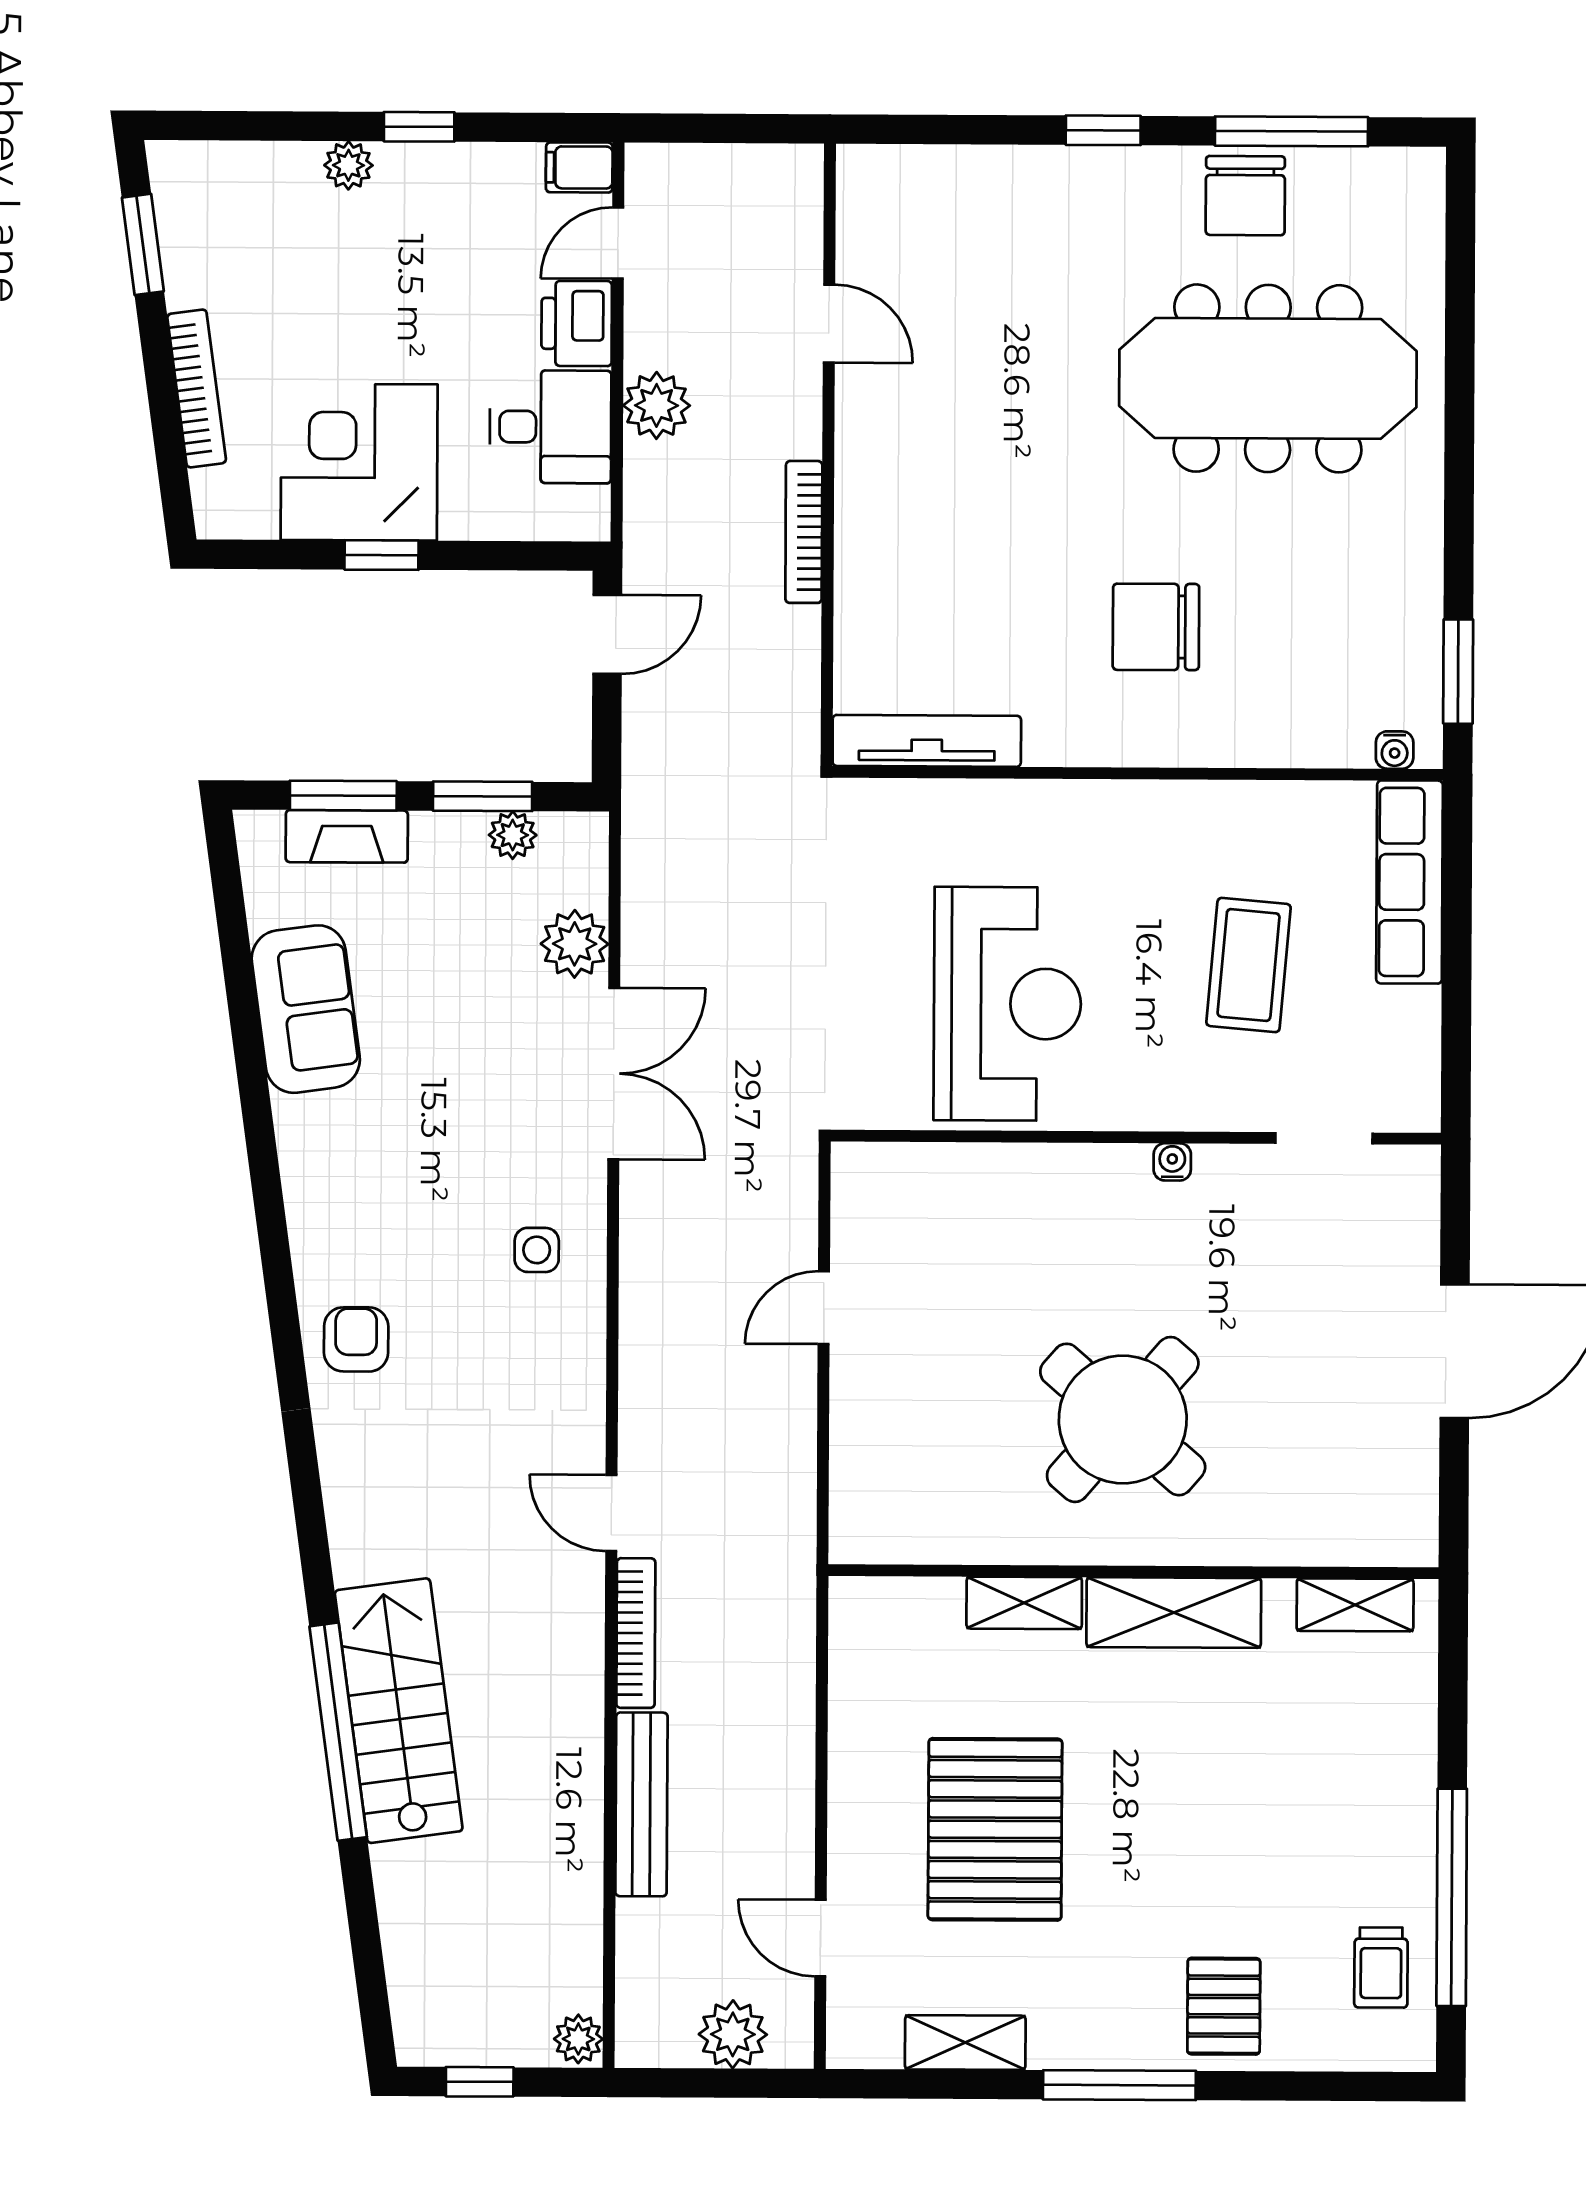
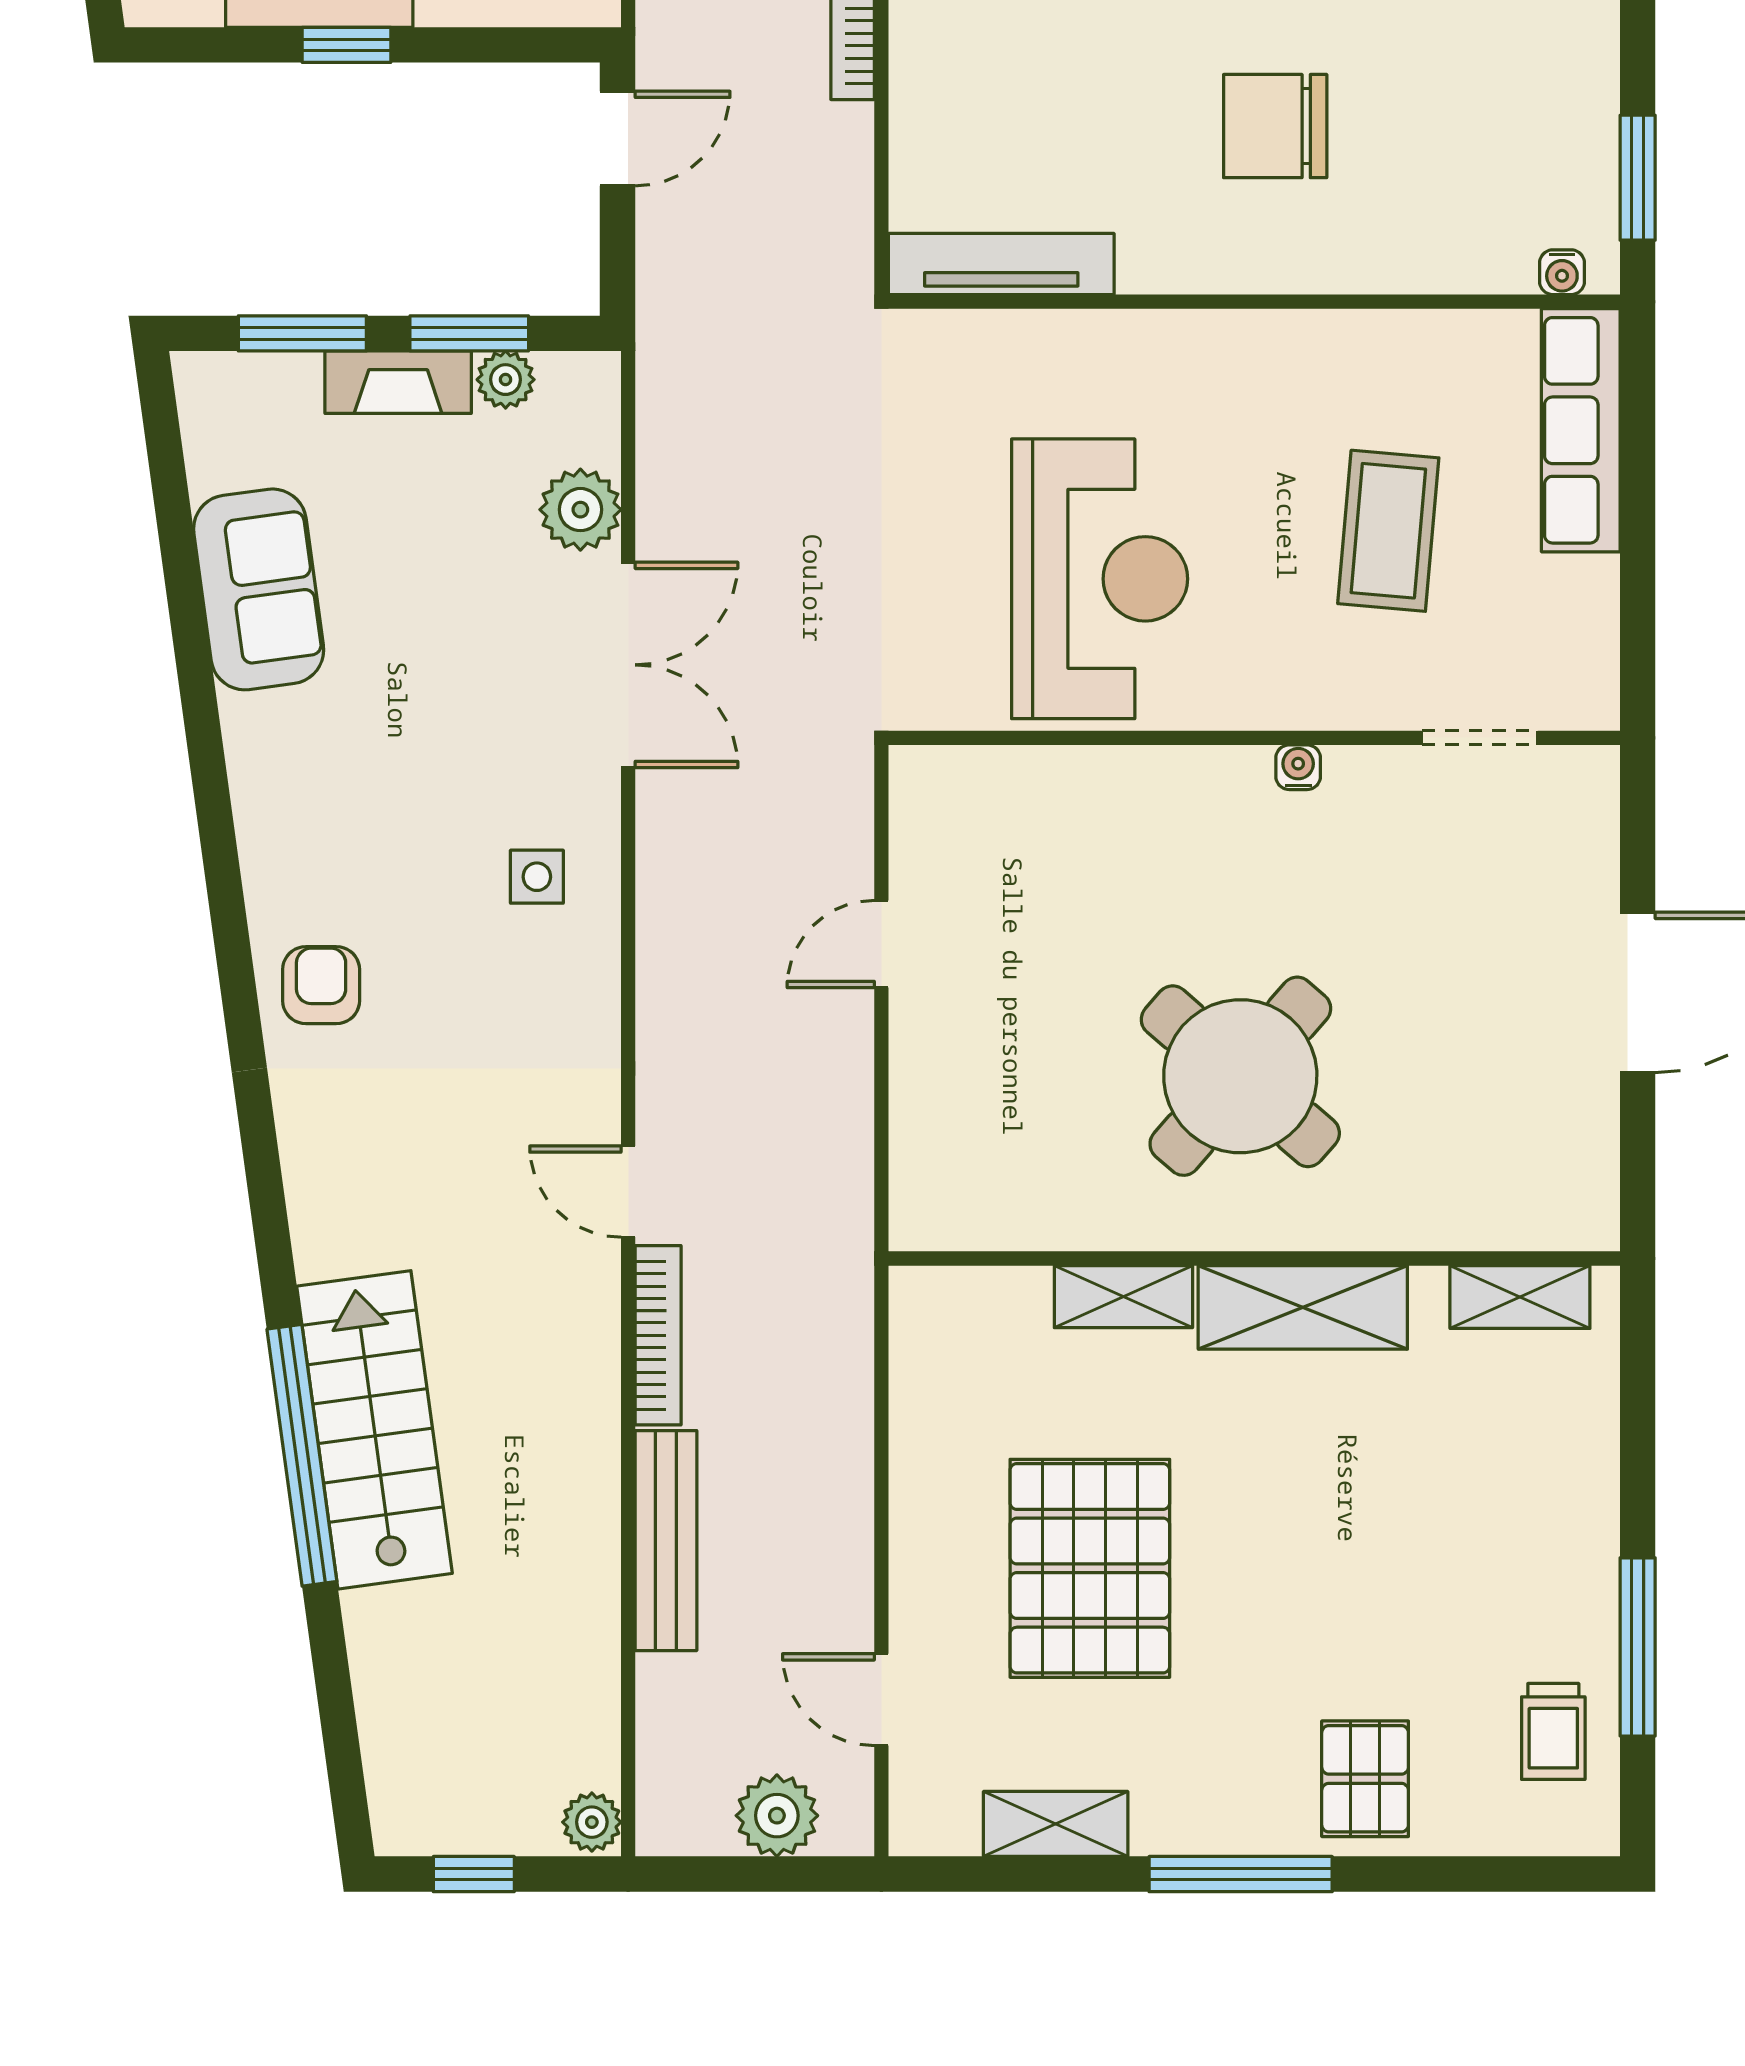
fireplace: (347, 836) -> (398, 382), moved
window: (1452, 1897) -> (1638, 1647), width x0.68

